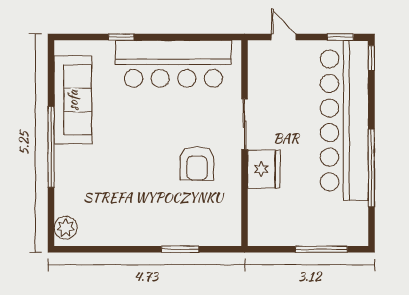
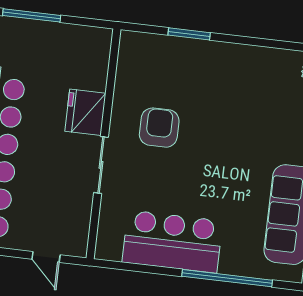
window: (121, 37) -> (227, 278), width x3.17
bar counter: (173, 64) -> (172, 242), width x0.73

